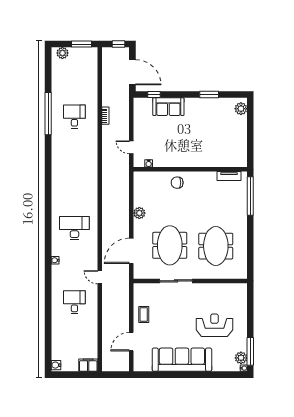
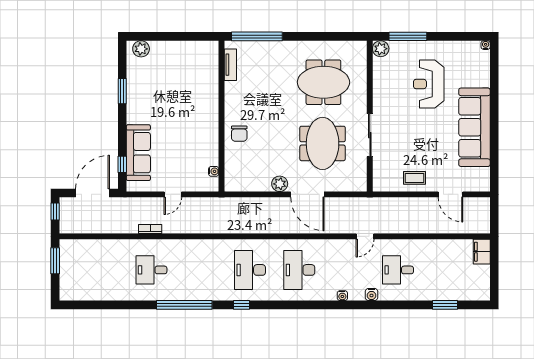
plant: (62, 53) -> (67, 286), removed
sofa: (168, 107) -> (138, 153), width x1.36
window: (48, 114) -> (184, 305), moved
door: (131, 147) -> (173, 194), moved
window: (48, 184) -> (242, 305), added
desk: (74, 191) -> (250, 270), added
meeting table: (170, 245) -> (323, 143), turned 90
door: (131, 251) -> (307, 194), moved
window: (48, 338) -> (445, 305), added
window: (250, 351) -> (408, 36), moved
plant: (241, 358) -> (381, 49), moved
water cooler: (56, 365) -> (372, 295), moved

